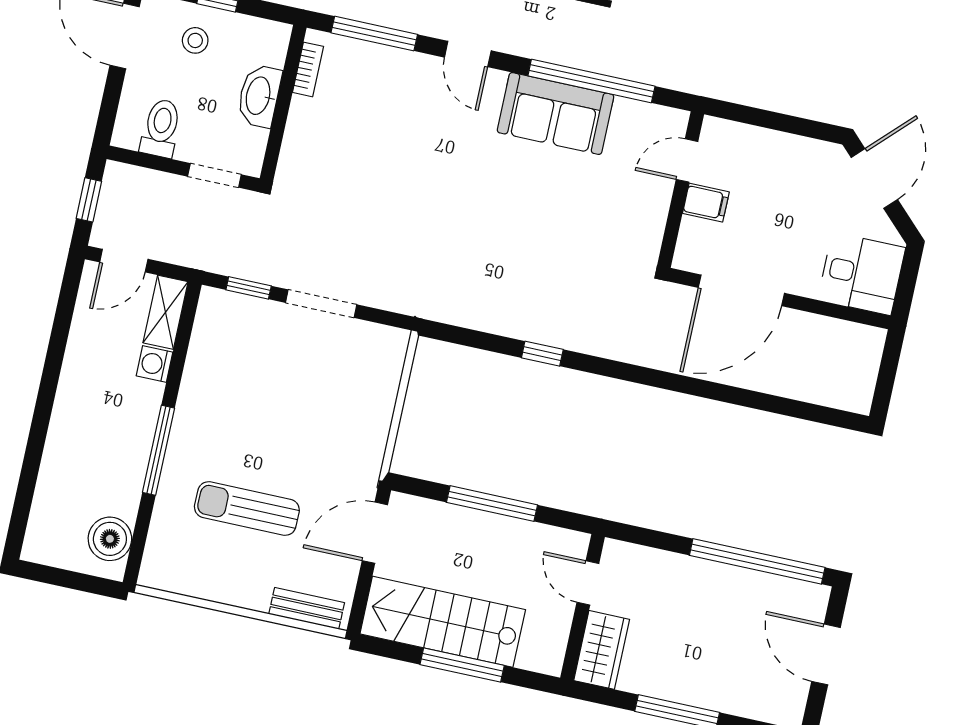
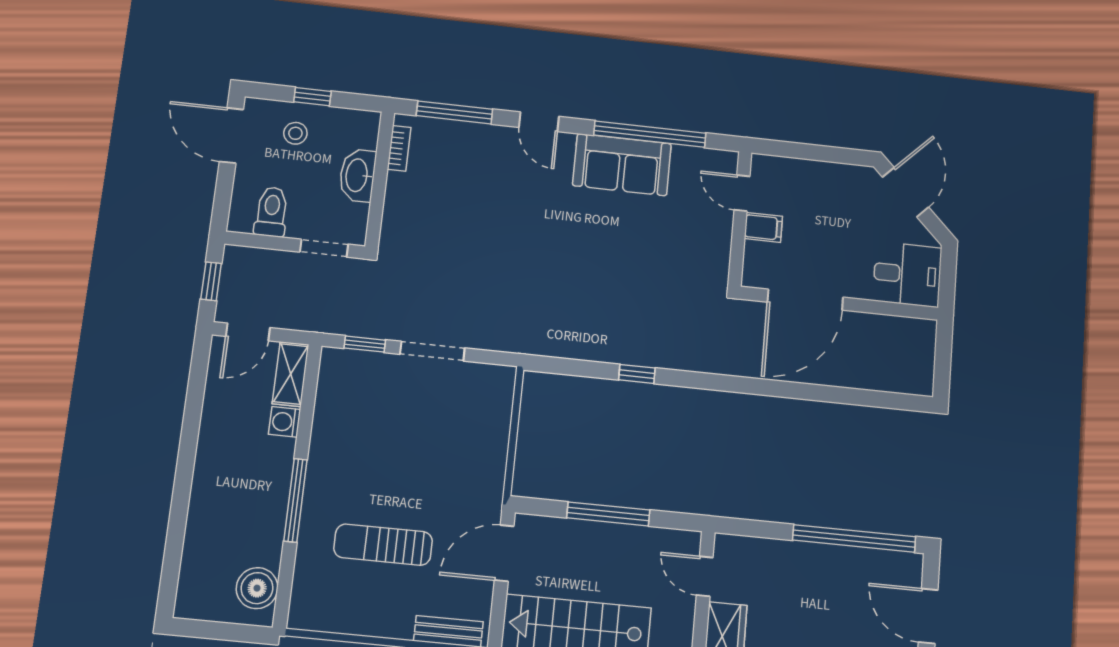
door: (687, 160) -> (742, 193), hinge flipped

